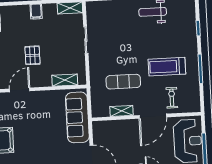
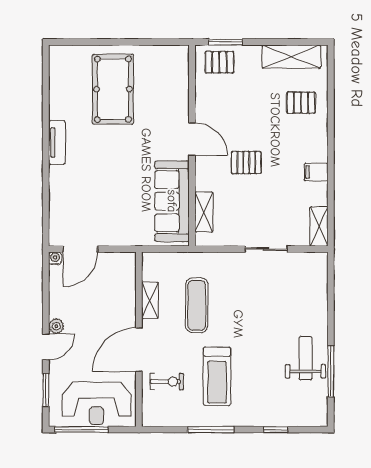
treadmill: (167, 67) -> (217, 376), turned 180
door: (153, 116) -> (139, 350), hinge flipped
sofa: (77, 117) -> (172, 201), moved, turned -90

